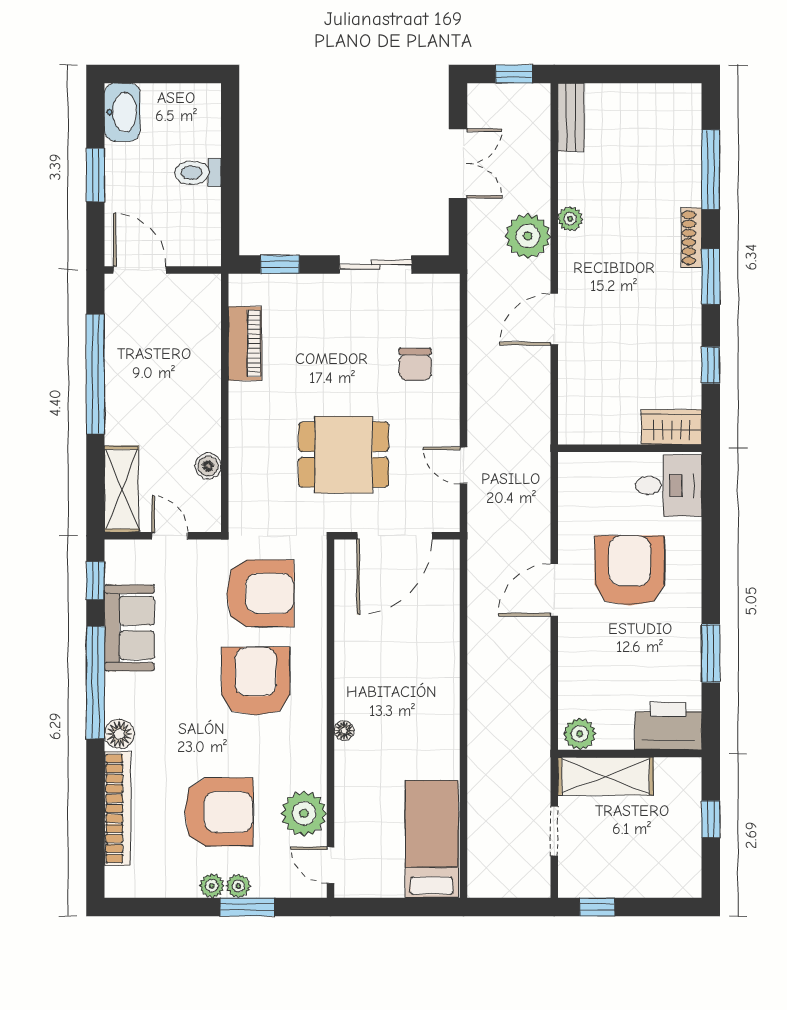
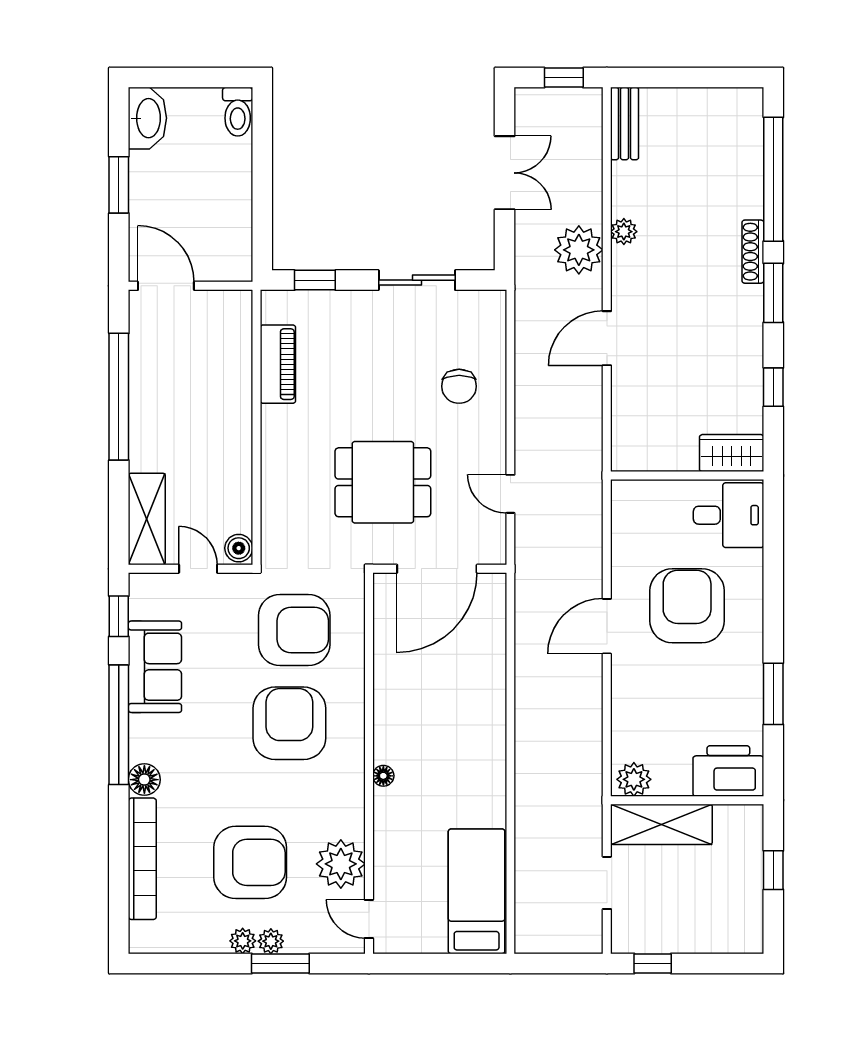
window: (711, 170) -> (773, 179), width x1.46
toilet: (198, 173) -> (238, 112), moved, turned -90
boiler: (208, 466) -> (239, 548), moved

